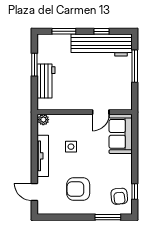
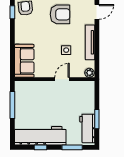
window: (135, 66) -> (12, 105), moved
workbench: (46, 81) -> (87, 128), moved
door: (101, 112) -> (62, 79), moved
door: (34, 192) -> (97, 12), hinge flipped

